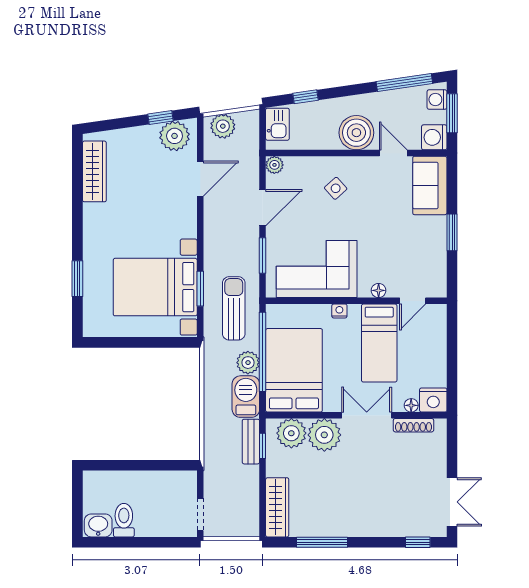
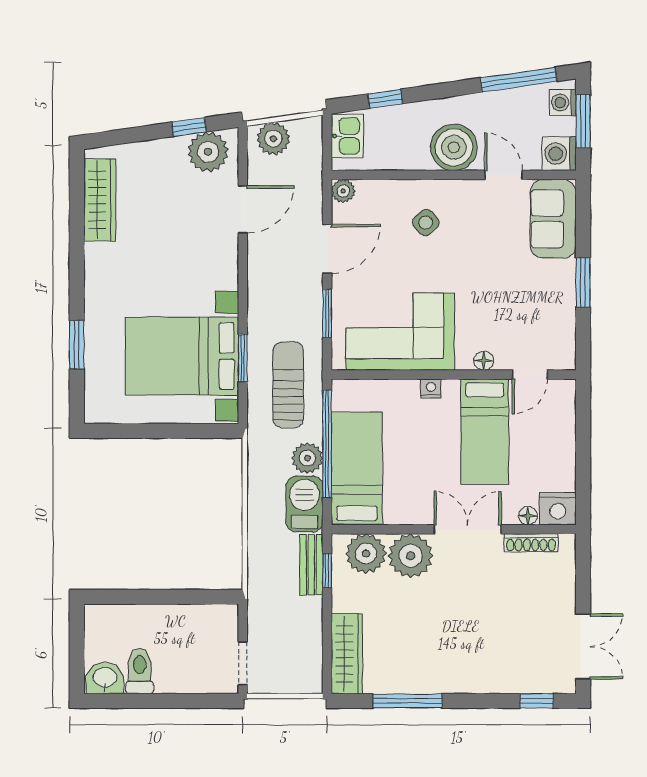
bed: (294, 370) -> (357, 468), width x0.67

